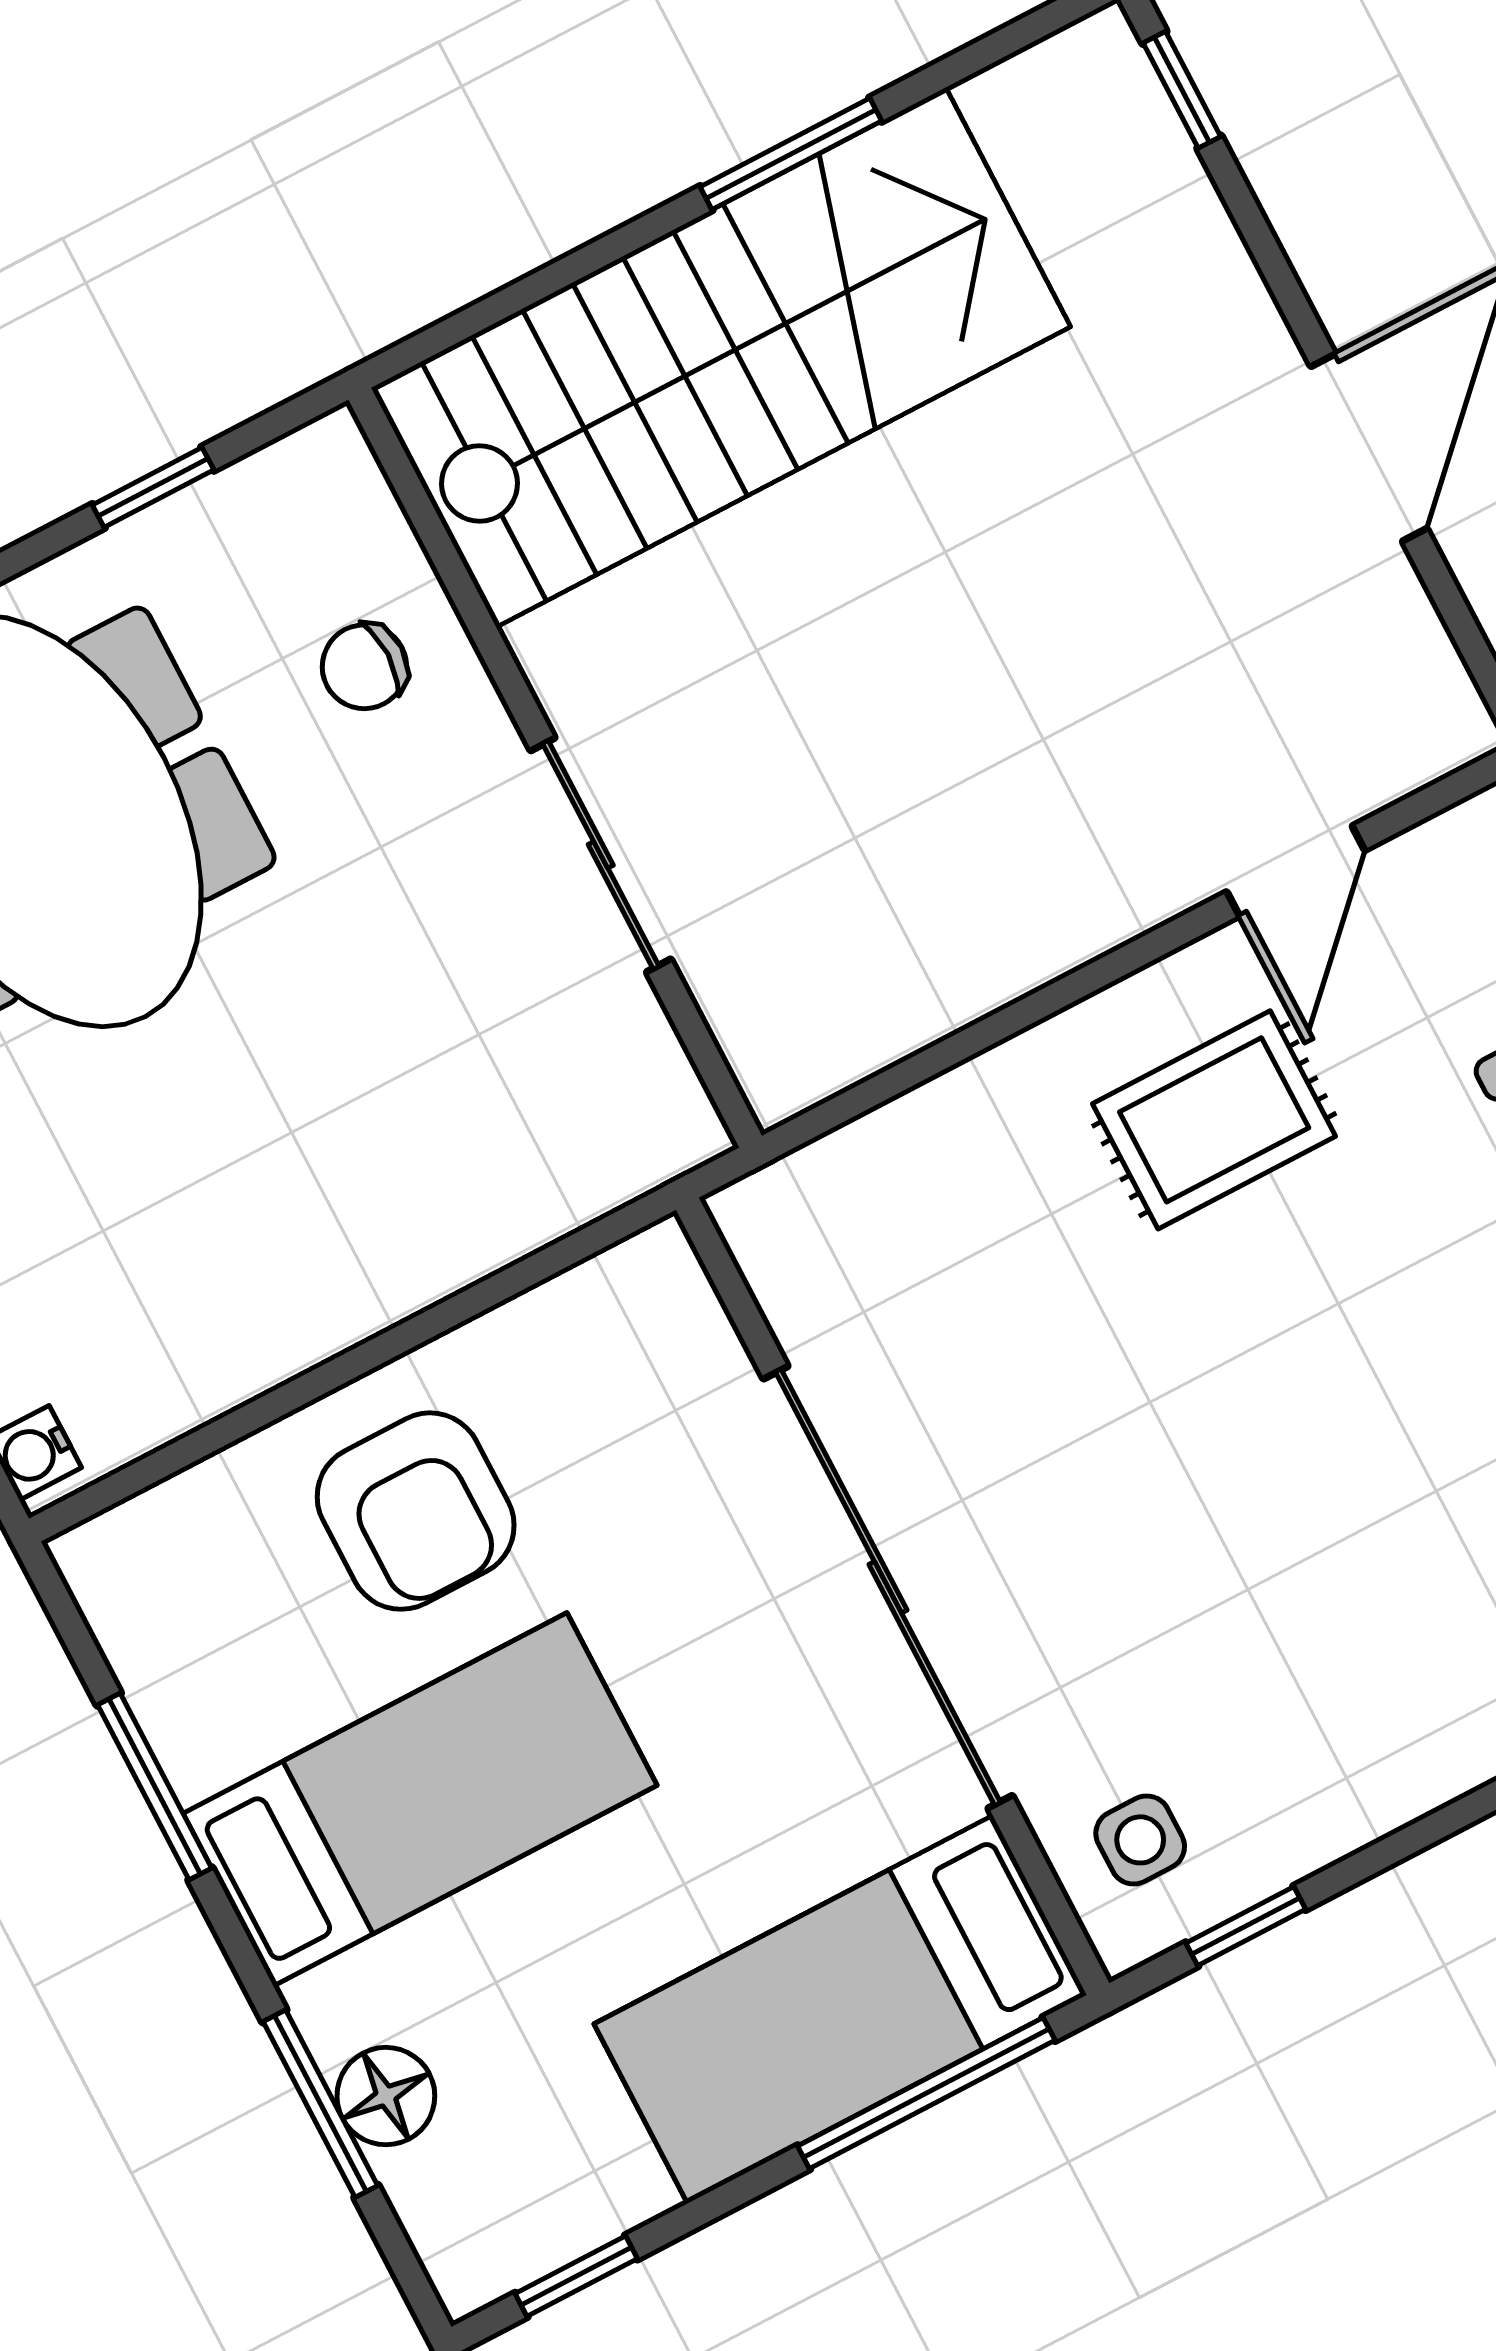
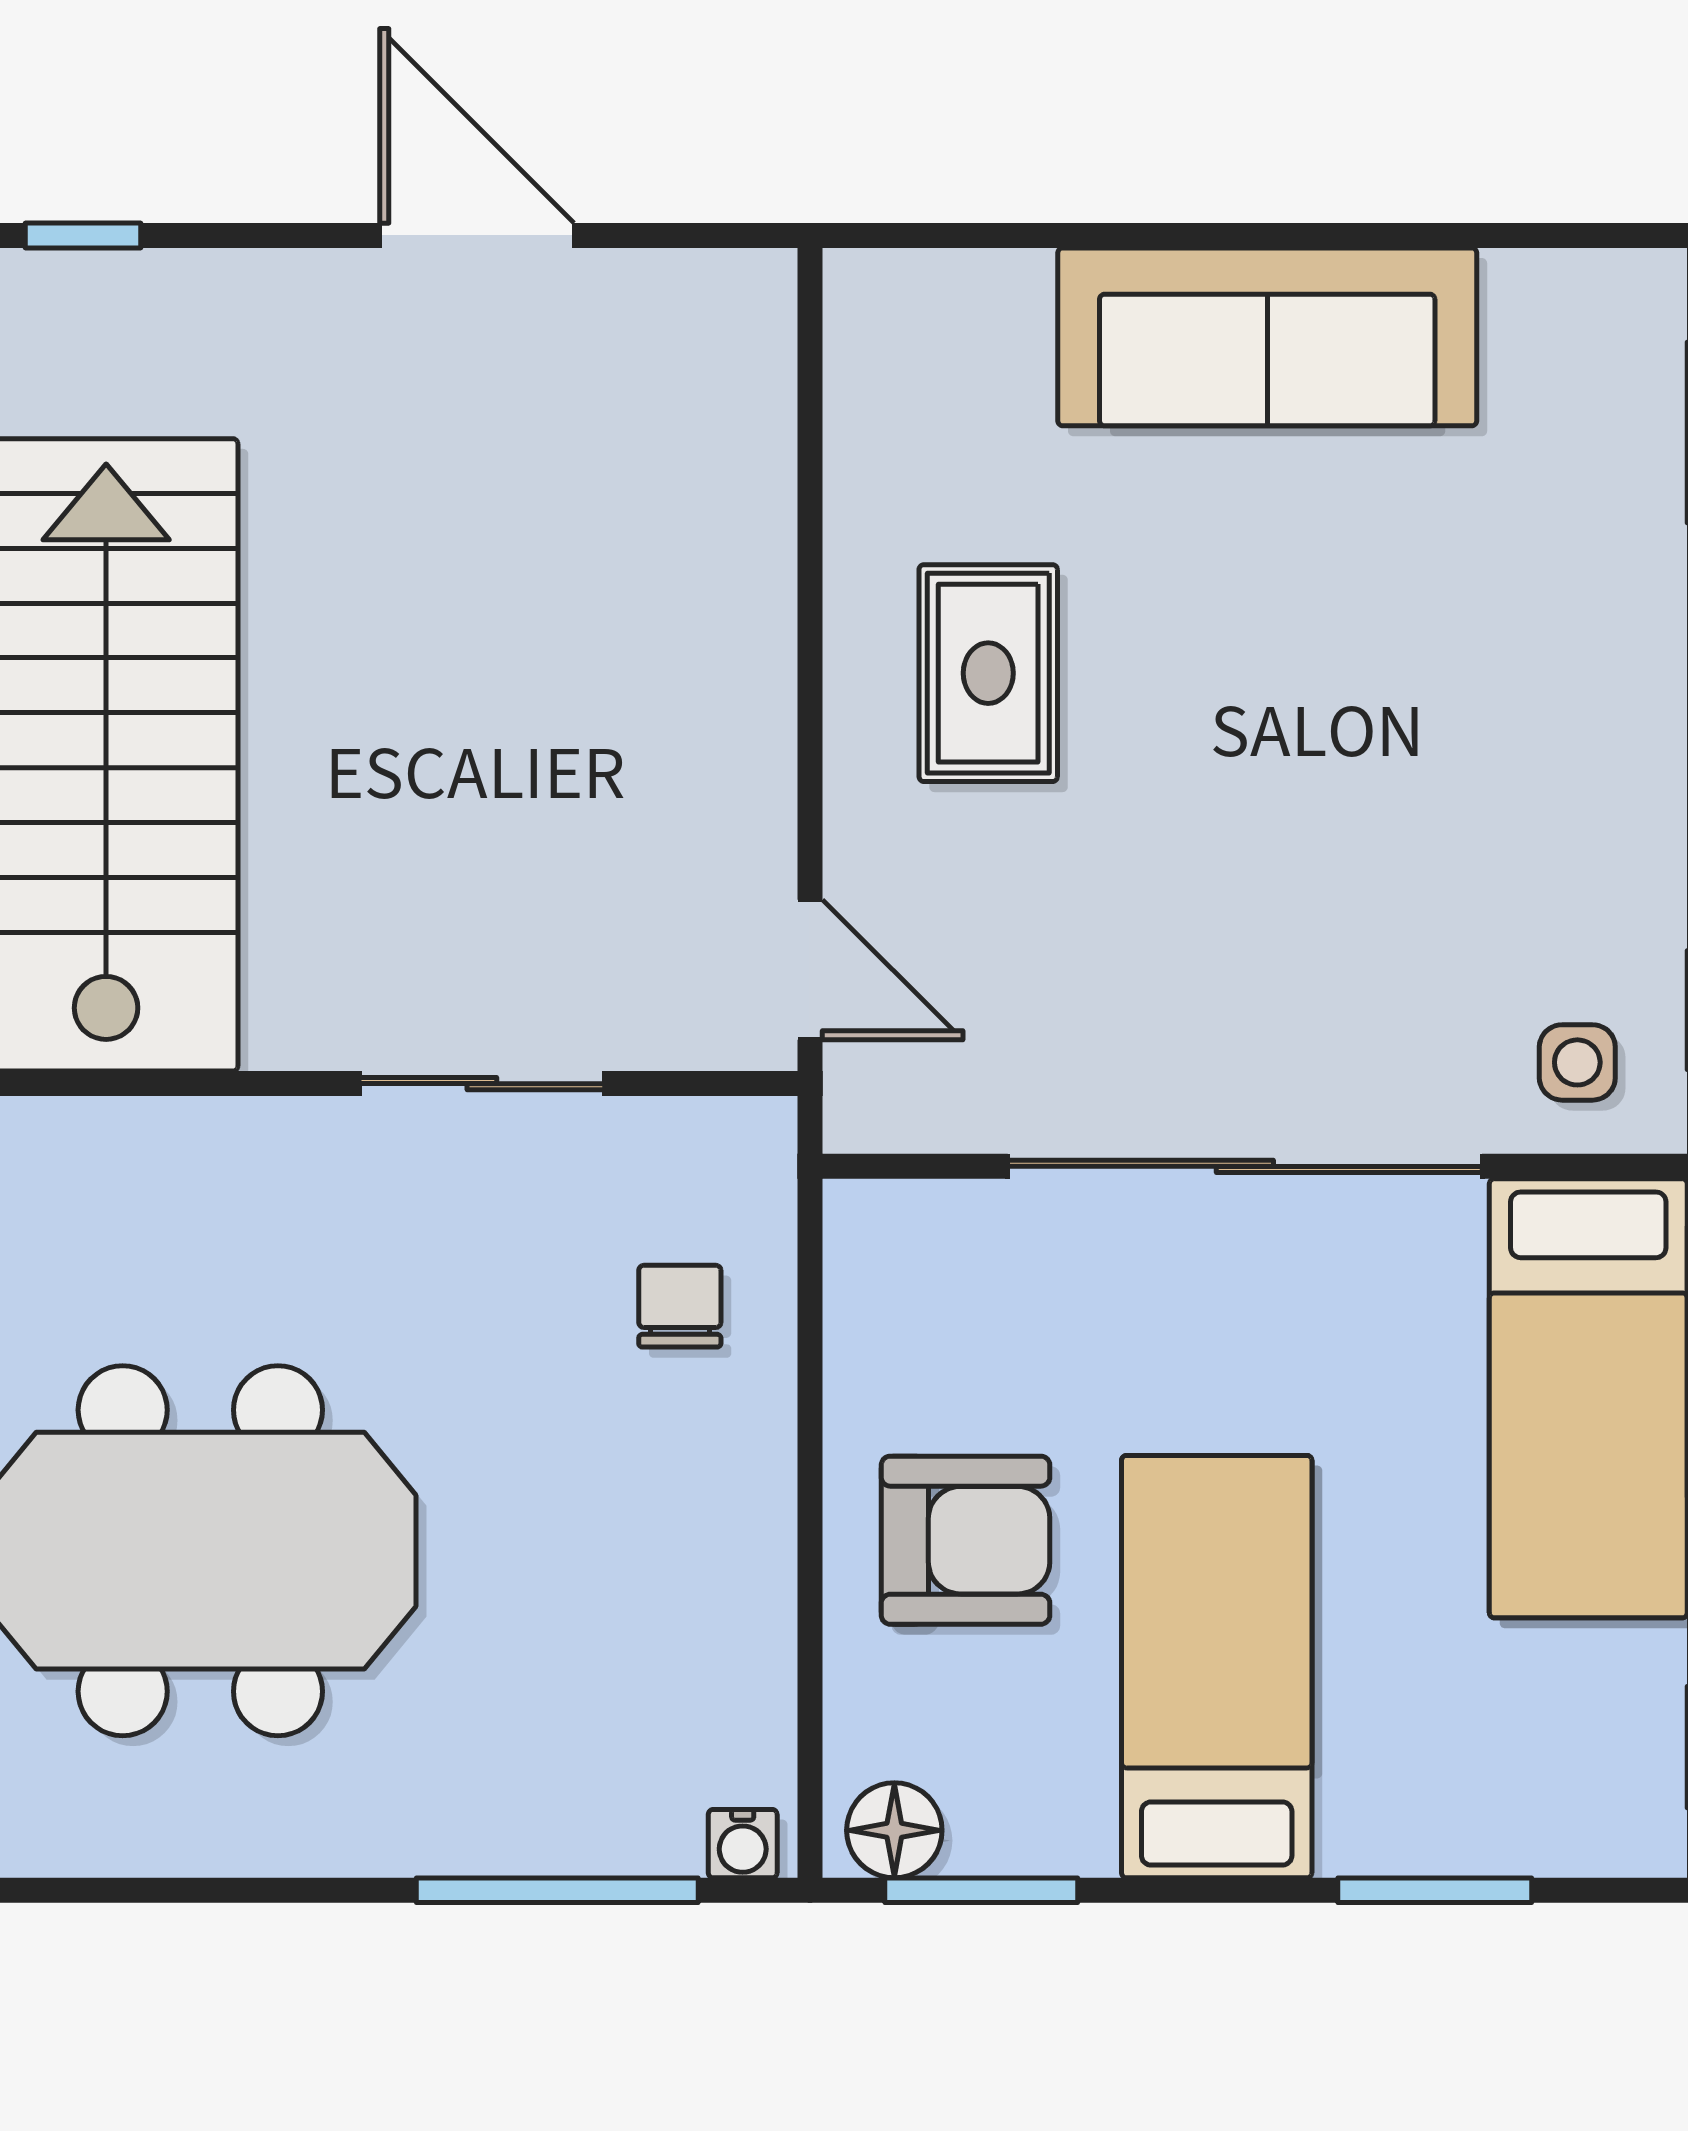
chair: (364, 667) -> (680, 1306), moved, turned 180
door: (1296, 871) -> (810, 970), moved
window: (155, 1787) -> (981, 1890), moved
floor lamp: (386, 2096) -> (894, 1830), moved

